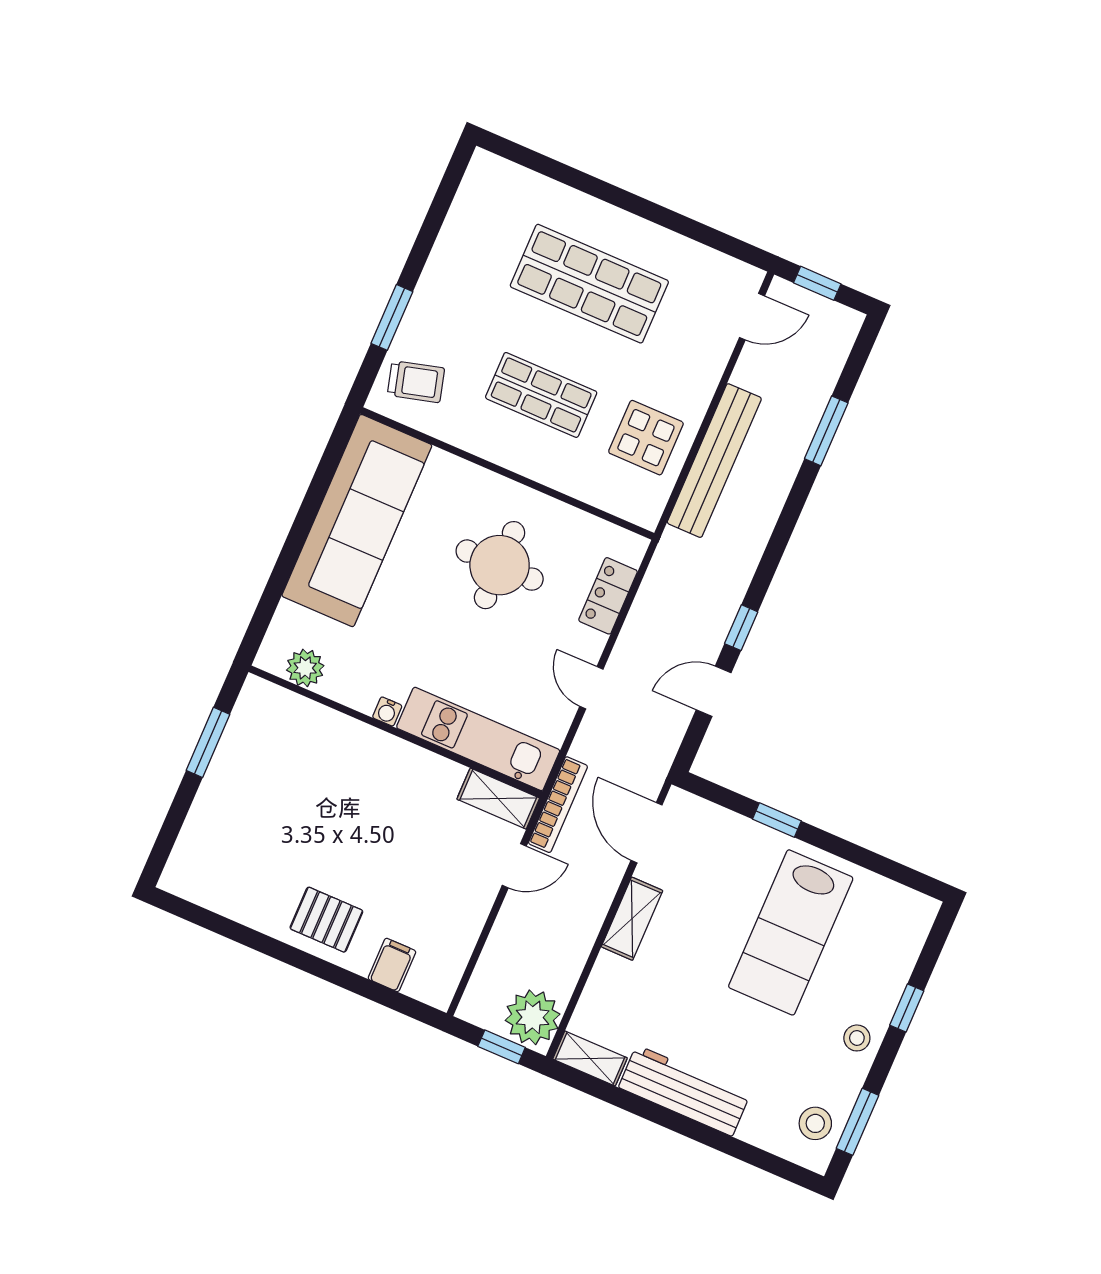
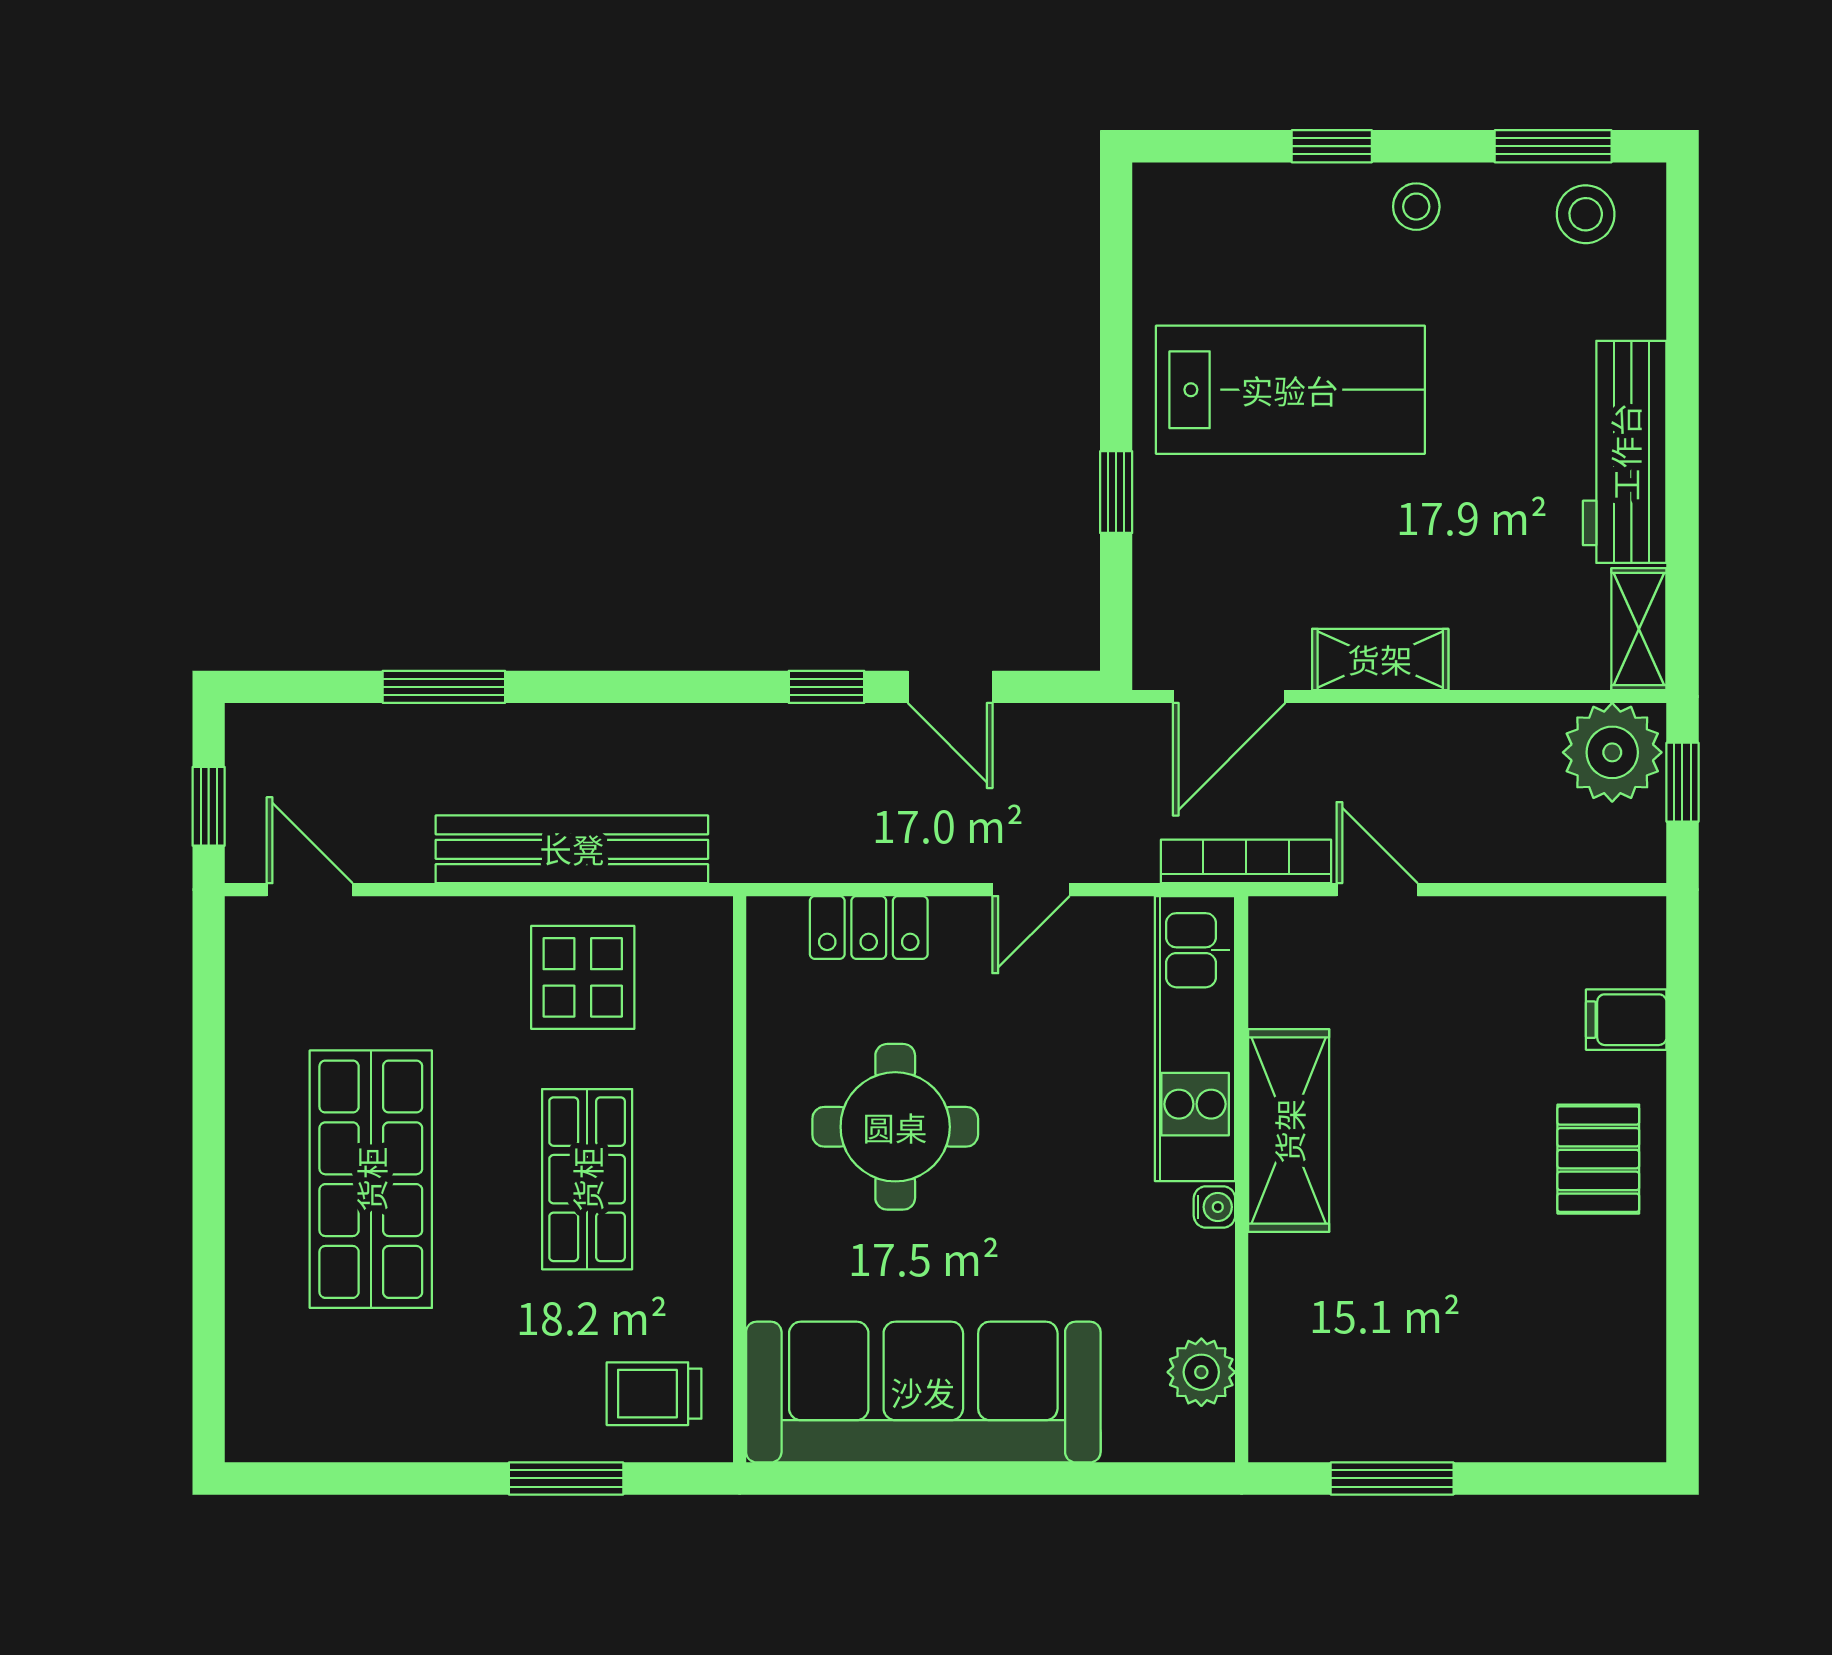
trolley: (416, 382) -> (654, 1394), turned -75
shelving: (498, 799) -> (1289, 1131), moved, width x1.50, depth x1.33

